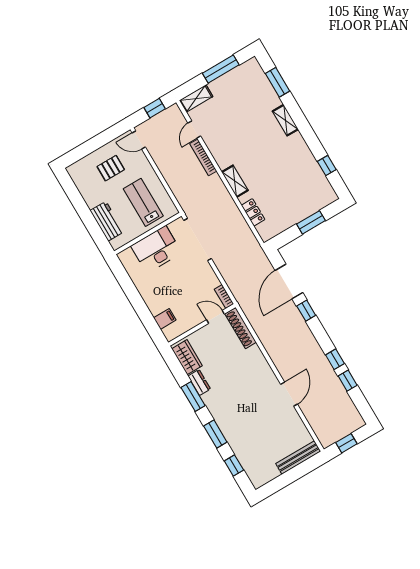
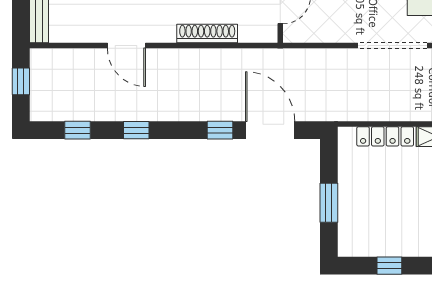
locker: (253, 212) -> (385, 136), width x1.53
bookcase: (224, 297) -> (300, 36), removed
shoe rack: (241, 328) -> (207, 33), moved
window: (348, 381) -> (77, 130), moved

